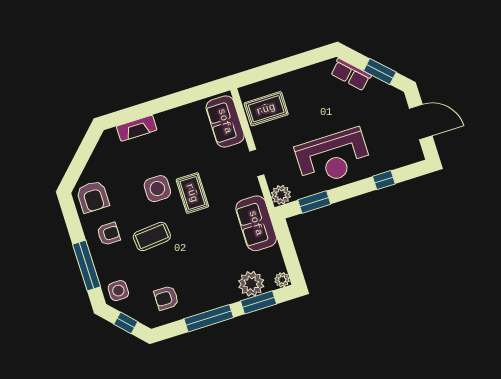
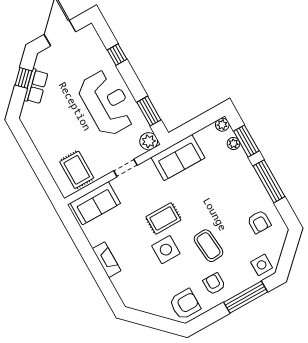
window: (380, 71) -> (24, 78), width x0.67
row of seats: (351, 75) -> (36, 87), moved
fireplace: (137, 128) -> (107, 260), moved
plant: (251, 284) -> (233, 143), width x0.53, depth x0.53
window: (126, 323) -> (288, 252), removed

